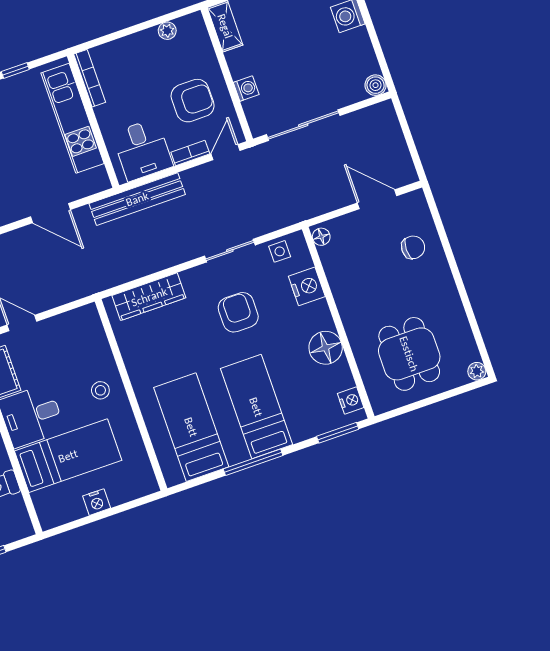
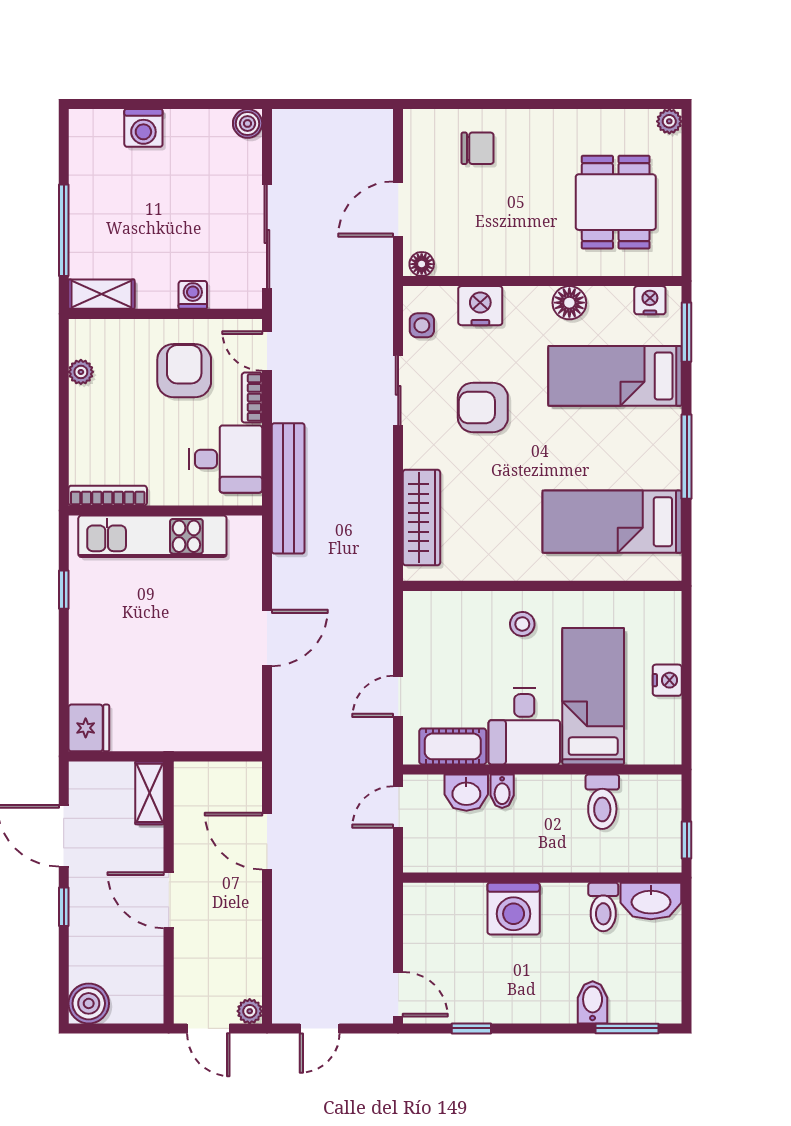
door: (377, 199) -> (398, 209), moved
door: (50, 213) -> (267, 638), moved
chair: (413, 247) -> (478, 148), turned 90
floor lamp: (326, 348) -> (569, 303), width x0.73, depth x0.73
dining table: (409, 354) -> (616, 202), turned 90
bed: (256, 407) -> (615, 376), moved

